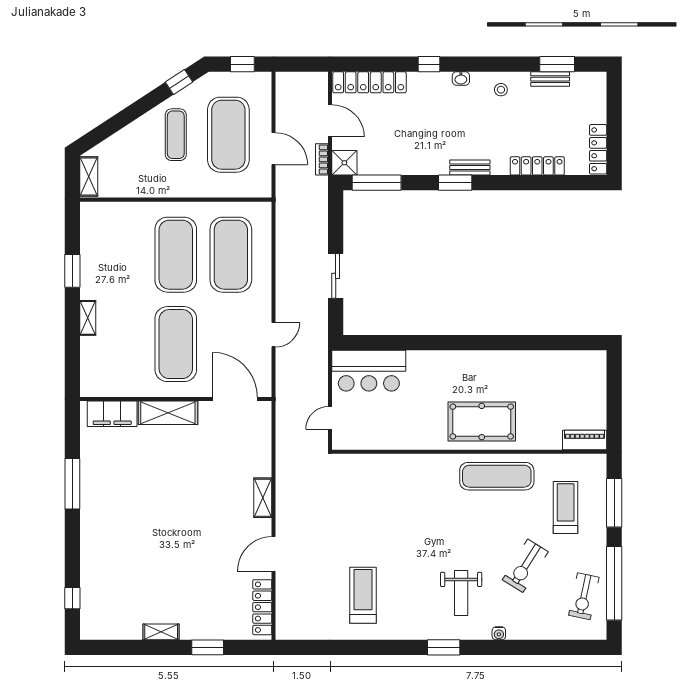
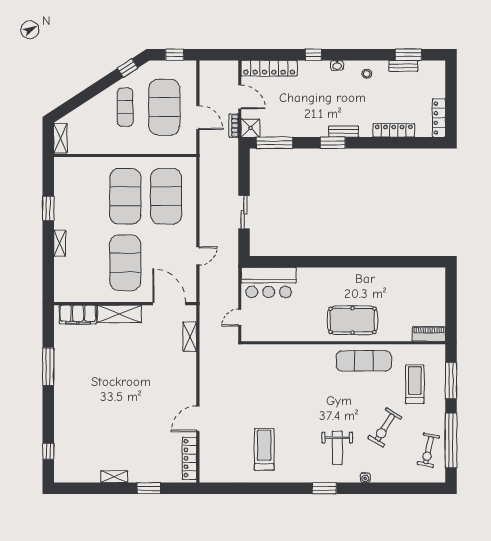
shelving: (263, 498) -> (190, 337), moved

